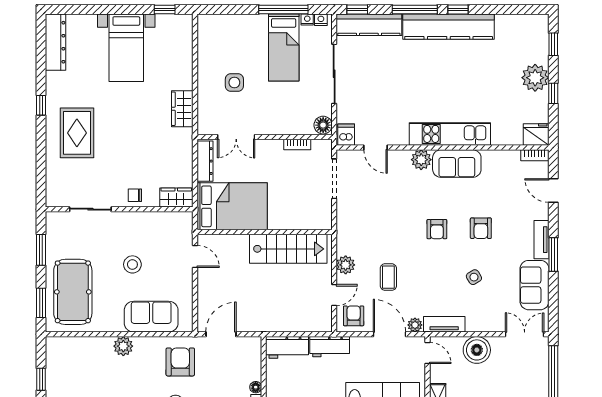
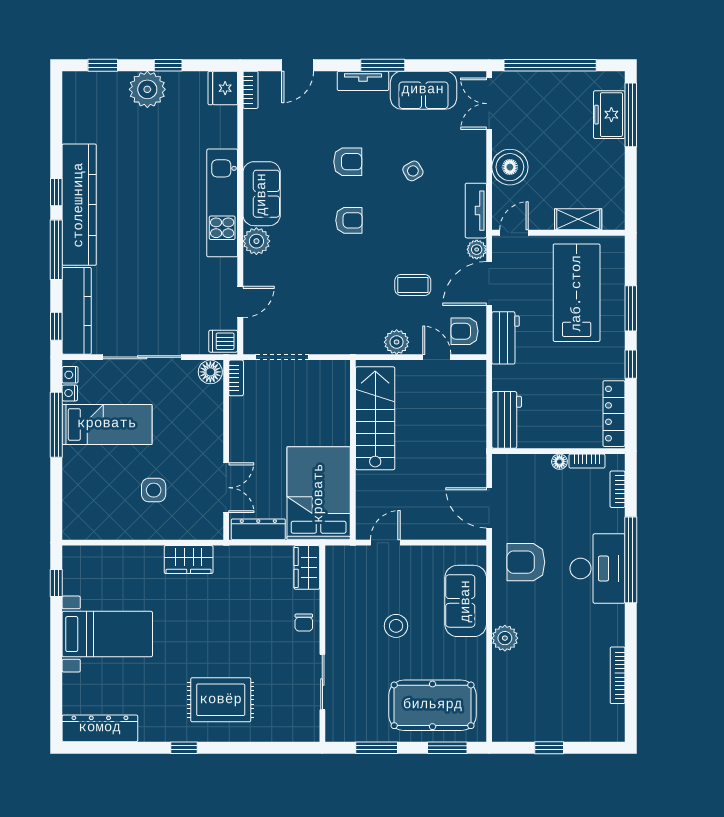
bookcase: (297, 144) -> (236, 378), moved
workbench: (330, 347) -> (506, 338), moved

